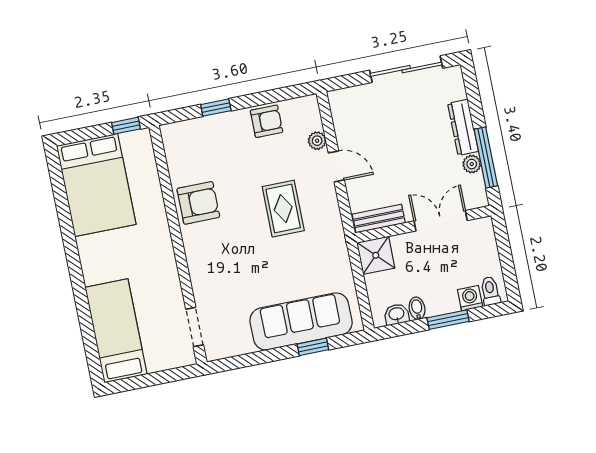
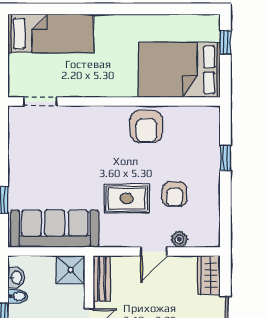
wardrobe: (350, 100) -> (209, 275), added
armchair: (267, 121) -> (175, 194), moved
window: (126, 126) -> (225, 42), moved
bed: (96, 185) -> (179, 70), moved
sofa: (301, 321) -> (55, 229), moved, turned -90

